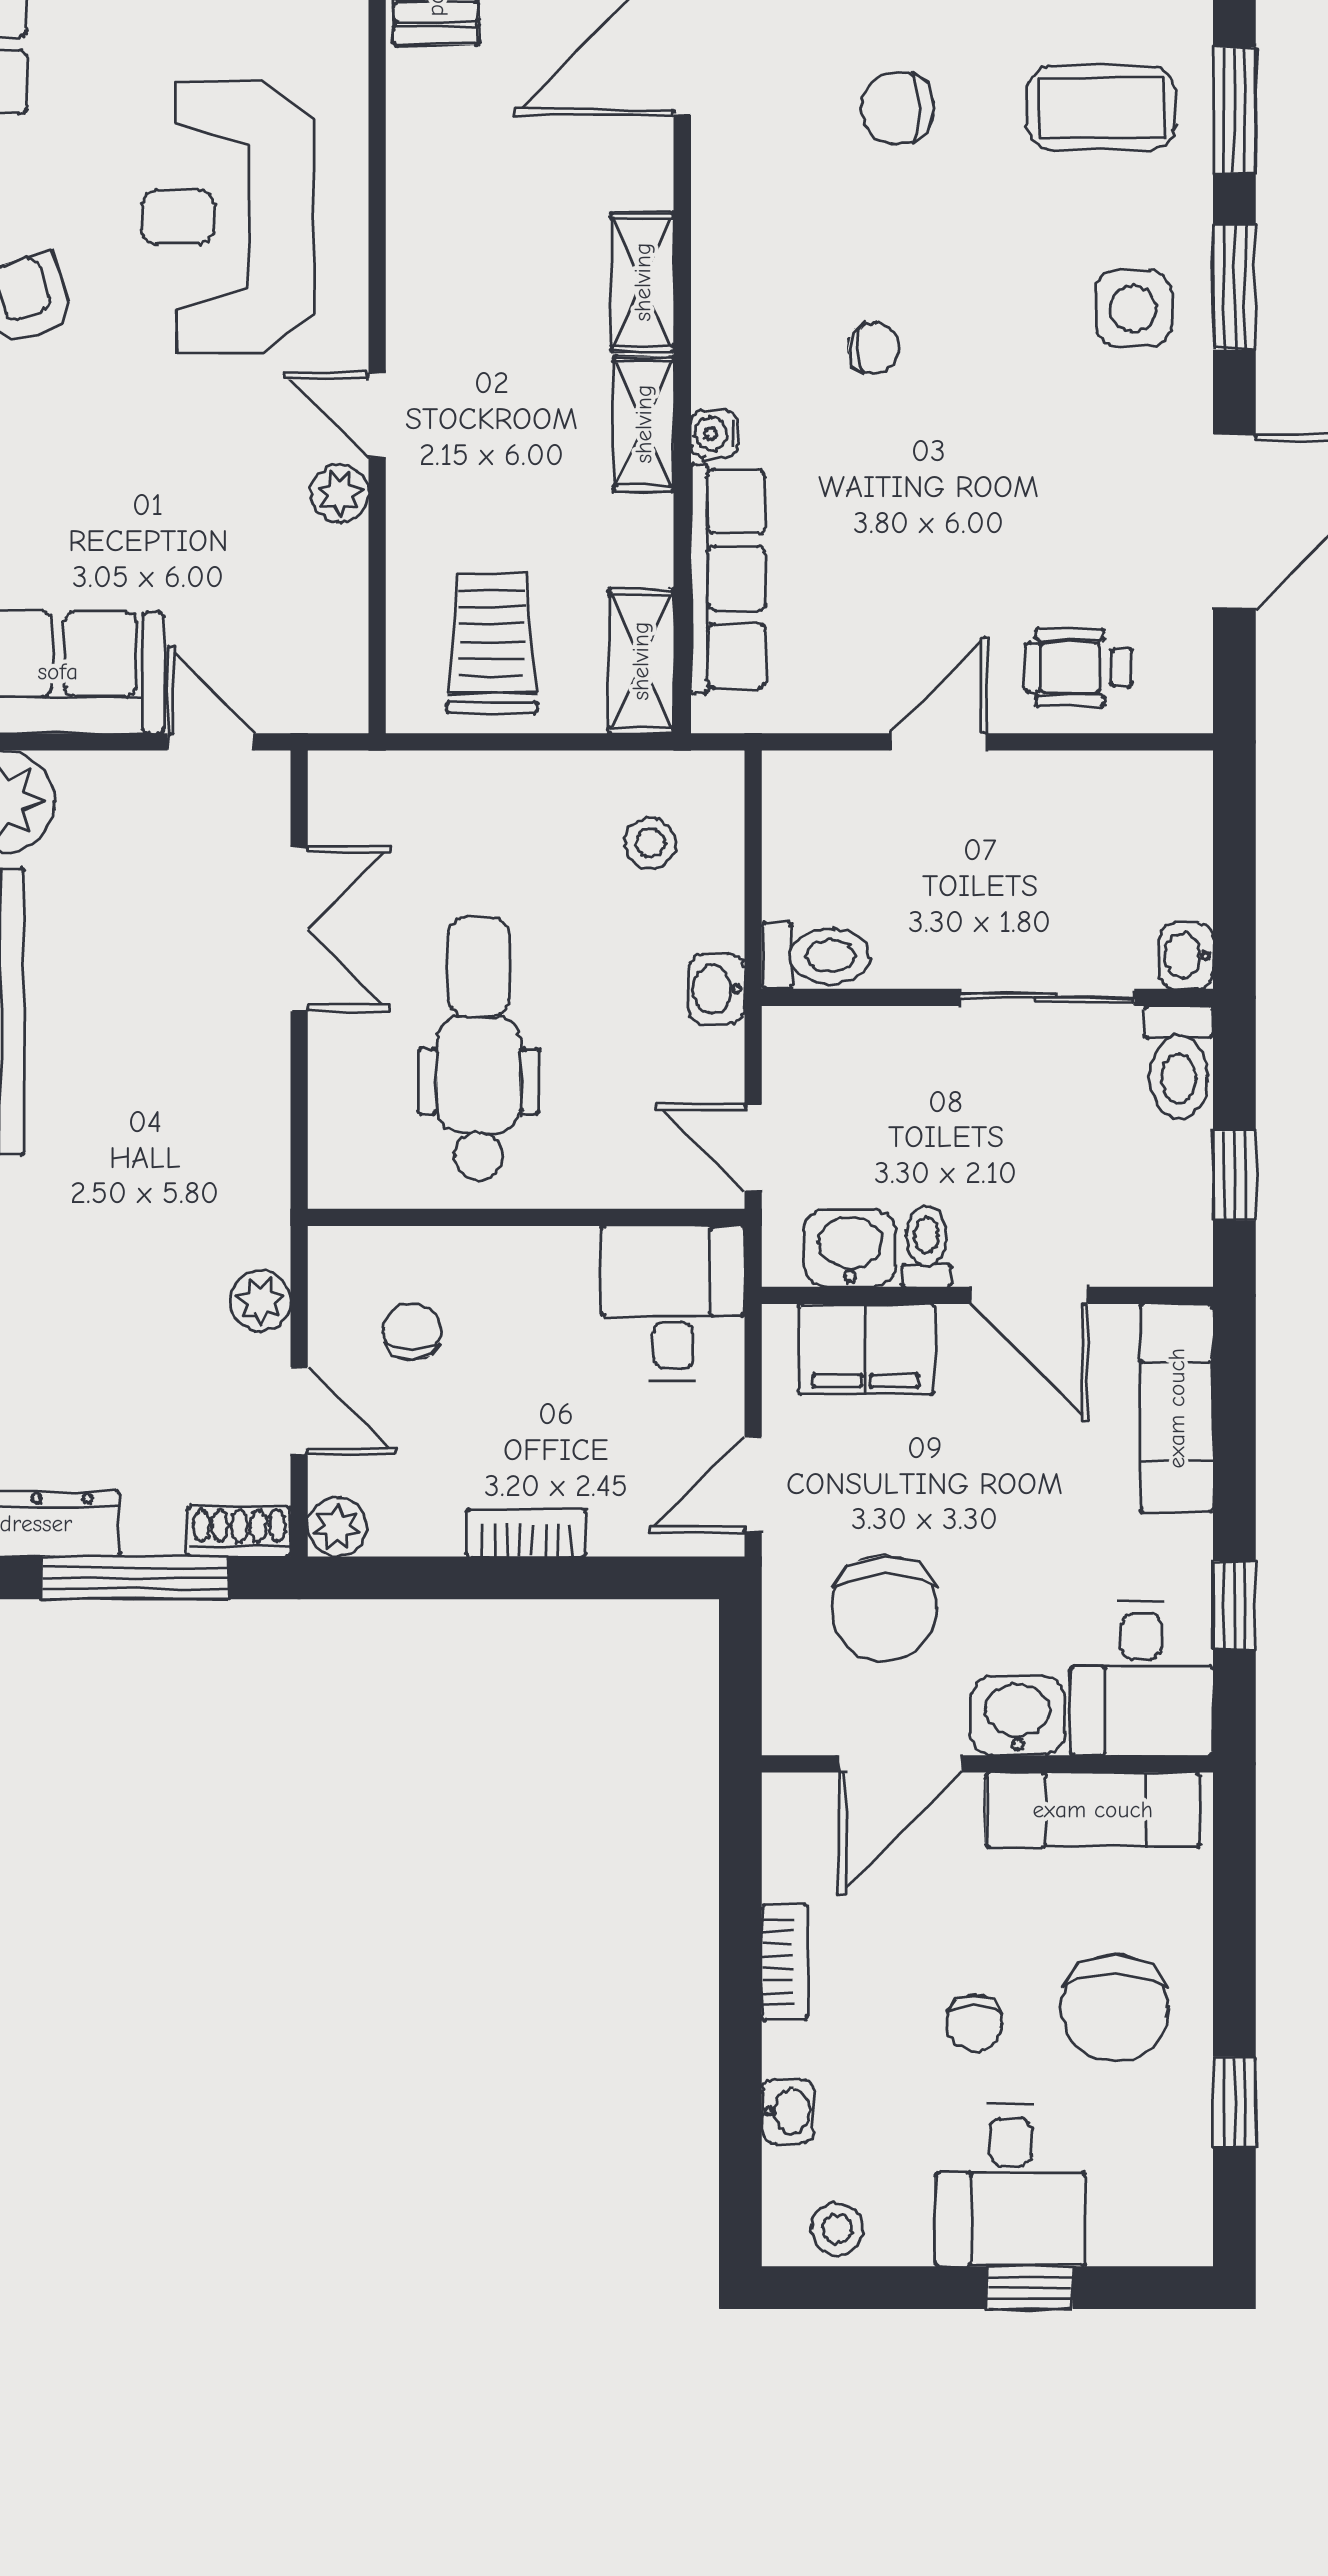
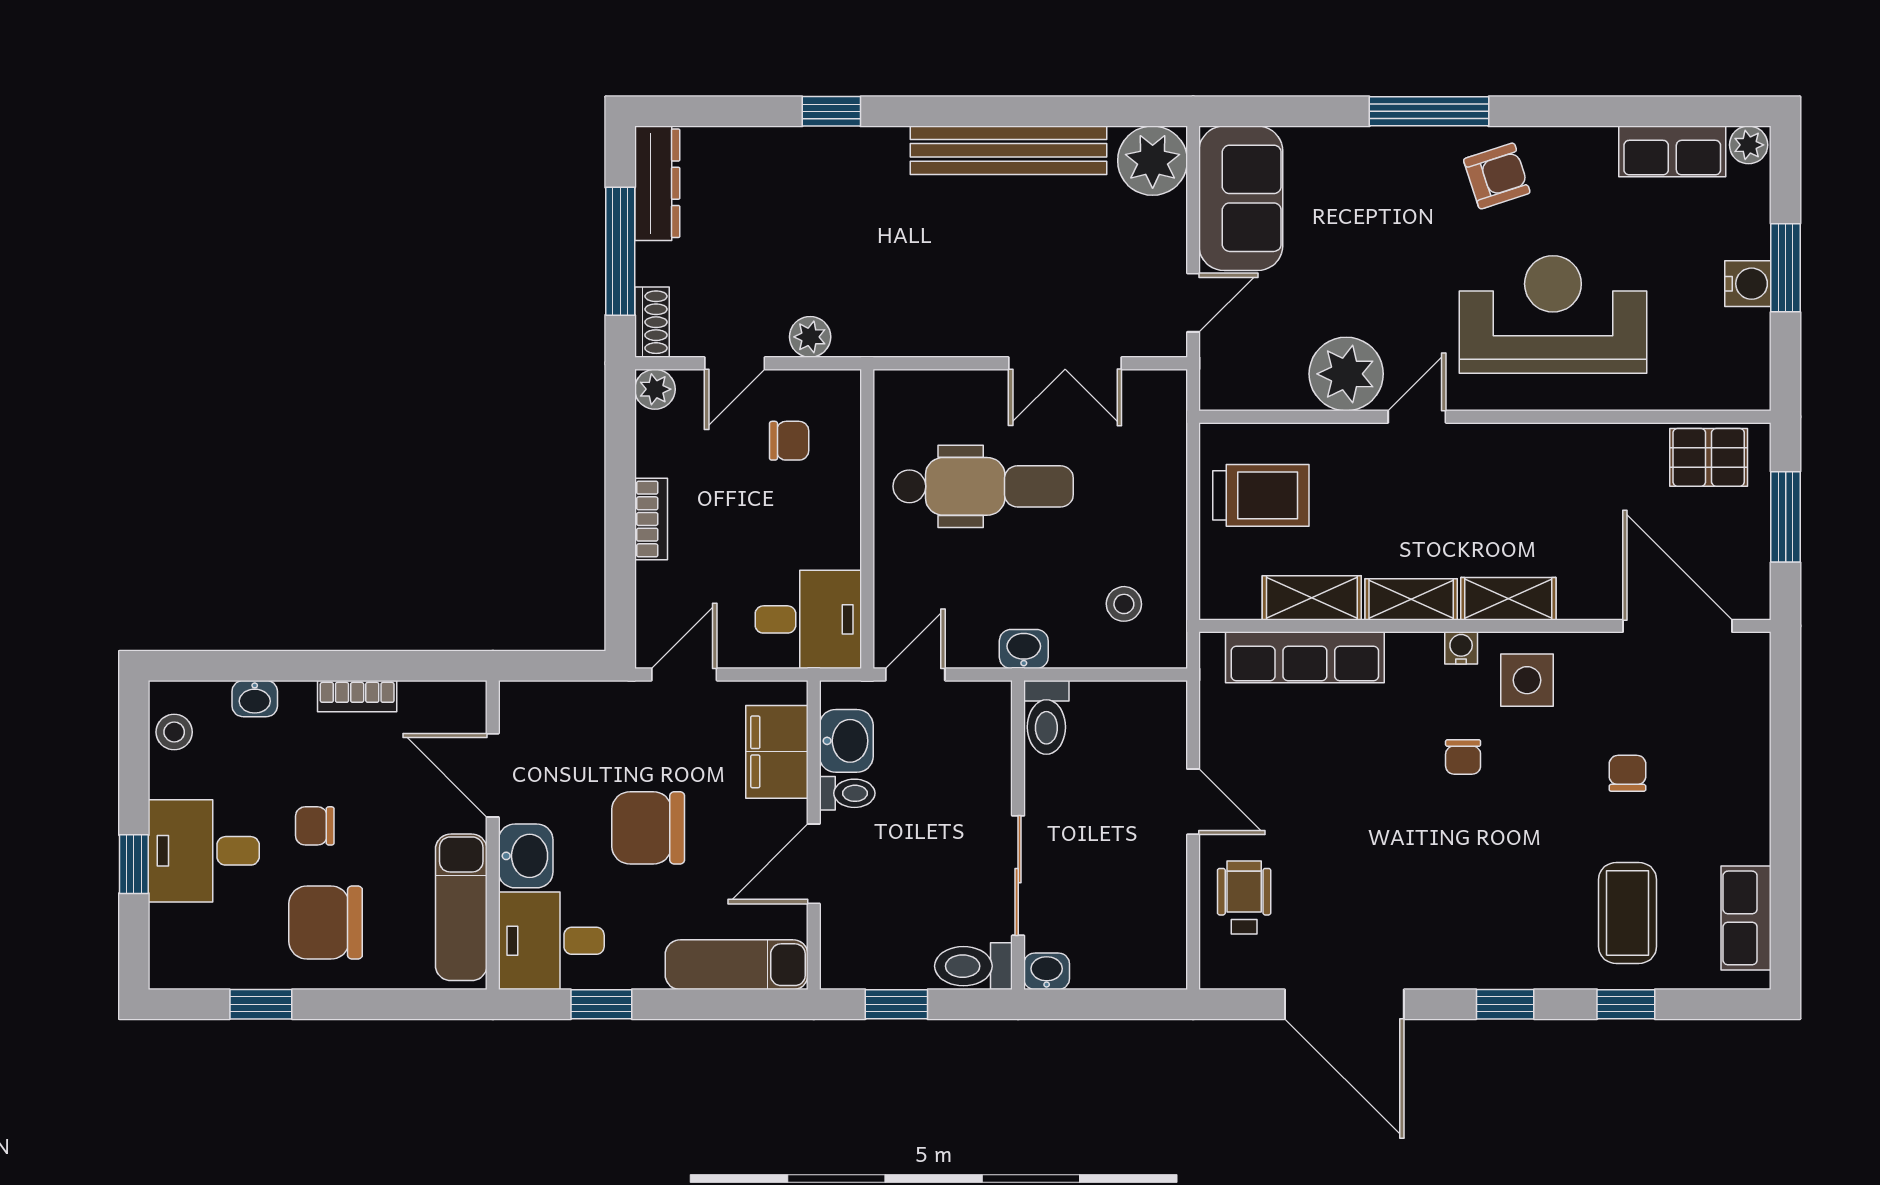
chair: (897, 108) -> (1627, 773), width x0.73, depth x0.73
window: (1234, 110) -> (1626, 1004), width x0.67
window: (1234, 287) -> (1505, 1004), width x0.67
side table: (1133, 309) -> (1527, 680), moved
water cooler: (714, 434) -> (1461, 648), moved
plant: (340, 493) -> (1346, 374), width x1.87, depth x1.87
shelving: (641, 661) -> (1312, 598), moved
door: (753, 1485) -> (684, 675), hinge flipped
chair: (884, 1608) -> (648, 828), moved

